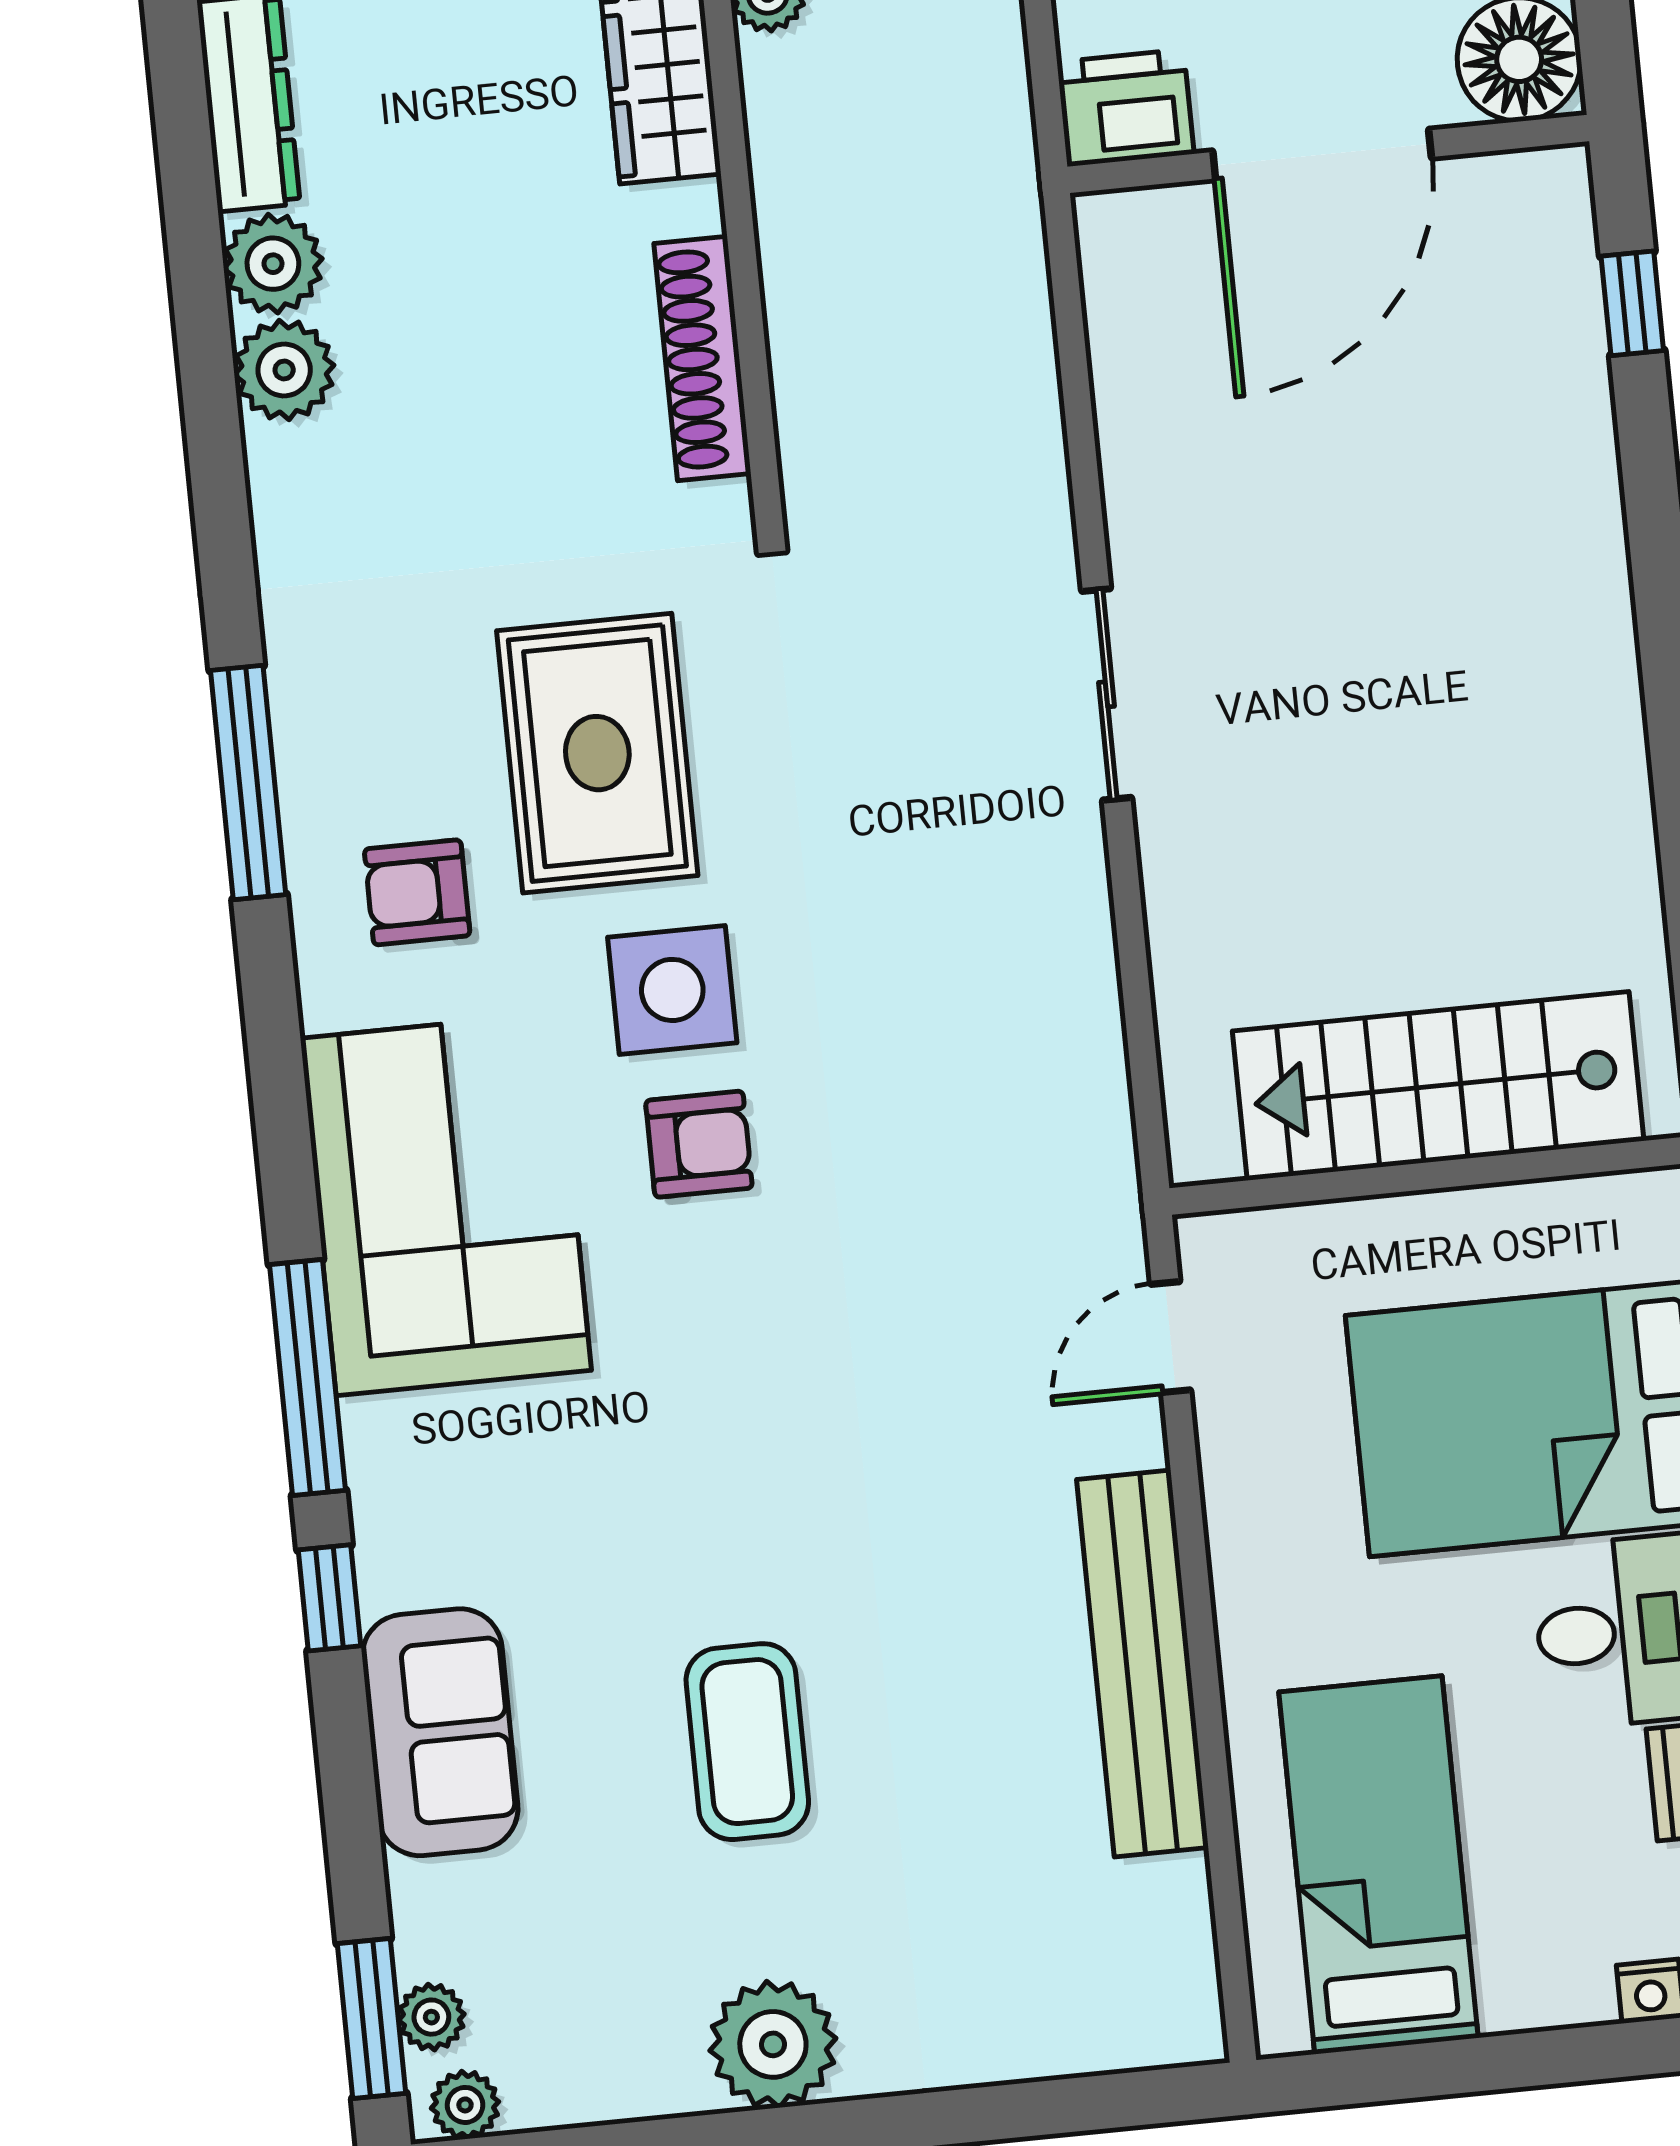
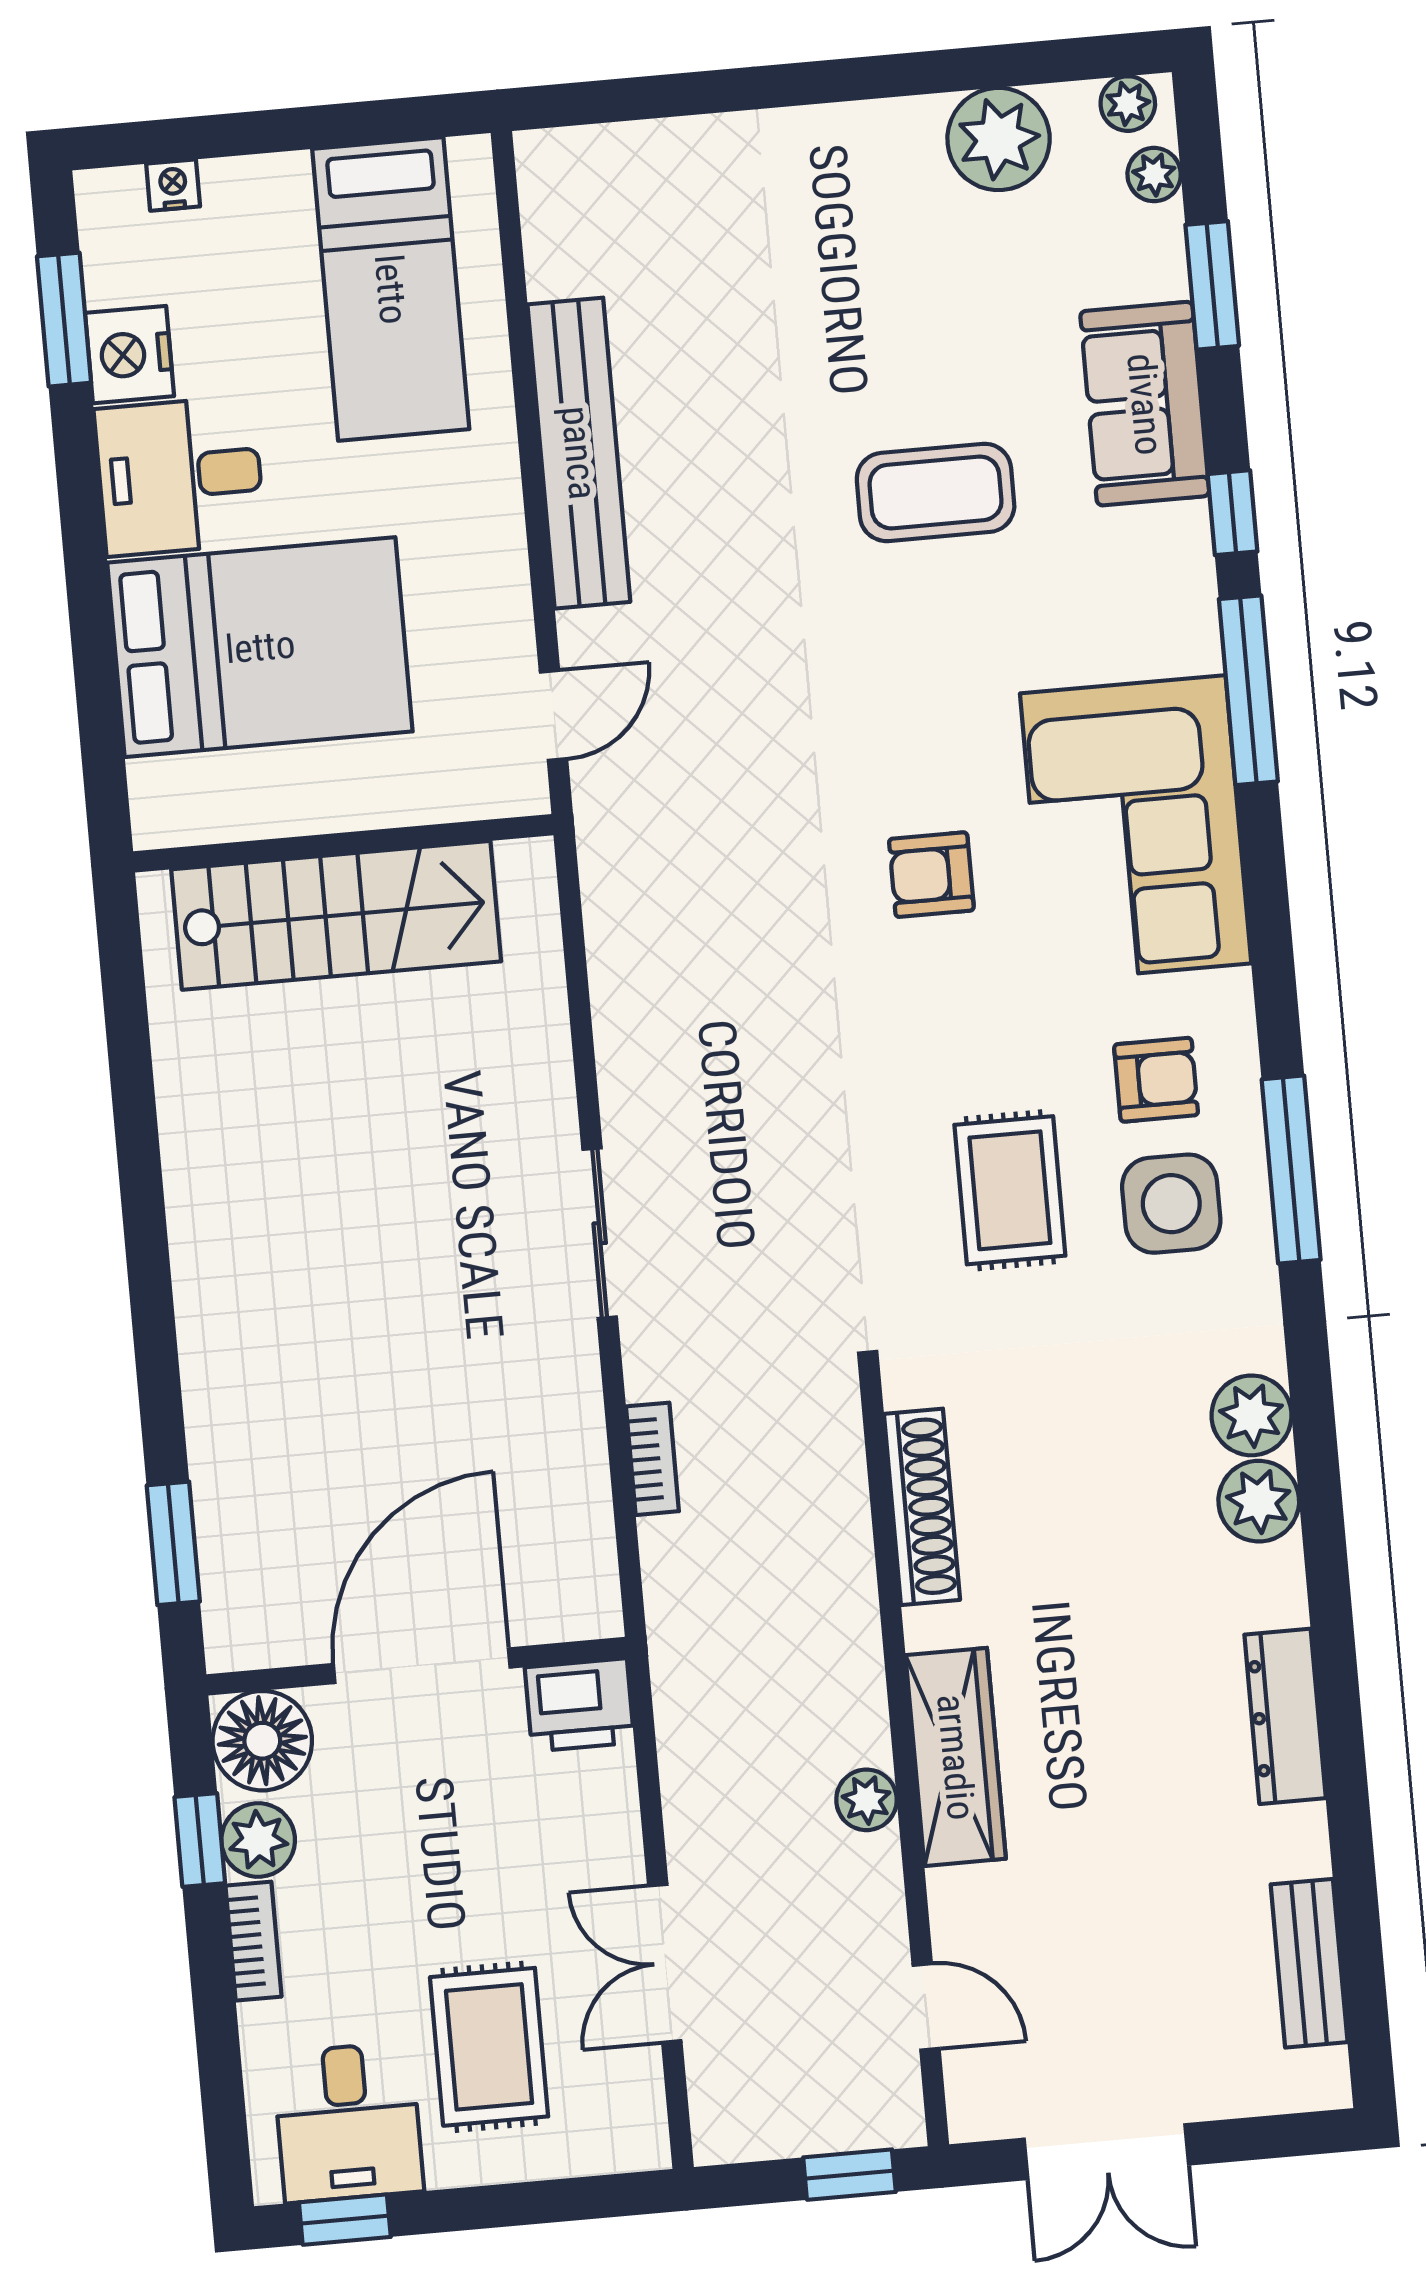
plant: (273, 264) -> (1252, 1415), moved
window: (1632, 303) -> (173, 1543), width x1.50
bookcase: (1038, 415) -> (652, 1459), added
rug: (597, 753) -> (1010, 1190), width x0.73, depth x0.70
side table: (672, 990) -> (1171, 1204), moved
coffee table: (747, 1742) -> (936, 492), moved, turned 90
window: (372, 2018) -> (1212, 285), moved
plant: (773, 2044) -> (999, 139), moved

